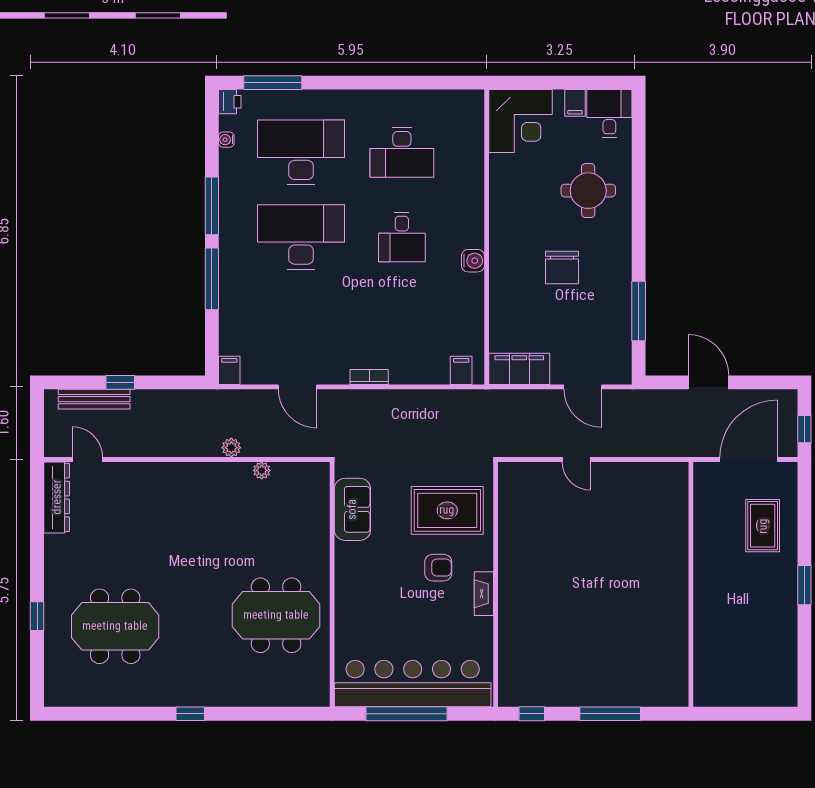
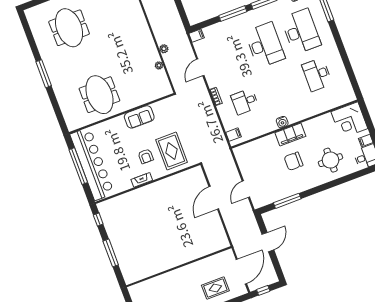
desk: (402, 237) -> (245, 101), moved
filing cabinet: (519, 369) -> (290, 134), moved, turned 90
door: (576, 460) -> (214, 198), width x1.88
door: (749, 460) -> (241, 271), hinge flipped
sofa: (352, 509) -> (139, 117), moved
window: (190, 714) -> (44, 74), width x2.17

